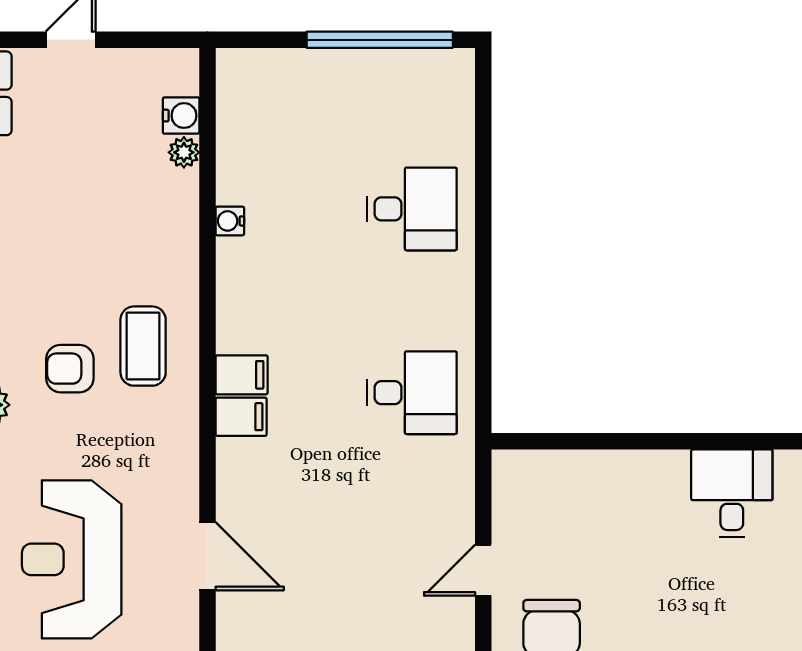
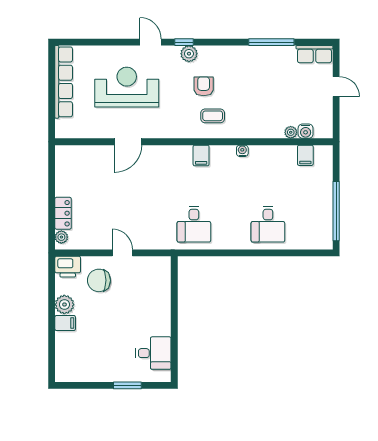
water cooler: (230, 221) -> (242, 151), moved
coffee table: (143, 346) -> (213, 116), width x0.73, depth x0.77
filing cabinet: (241, 417) -> (305, 155), moved

